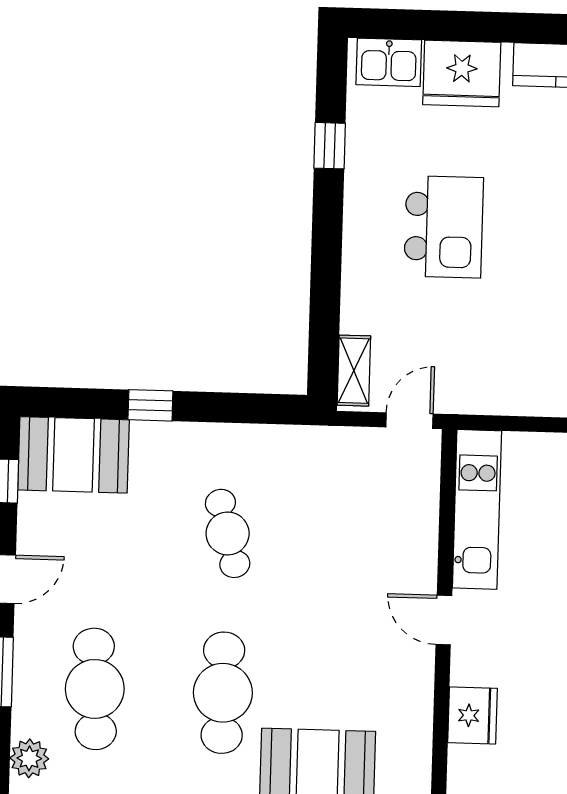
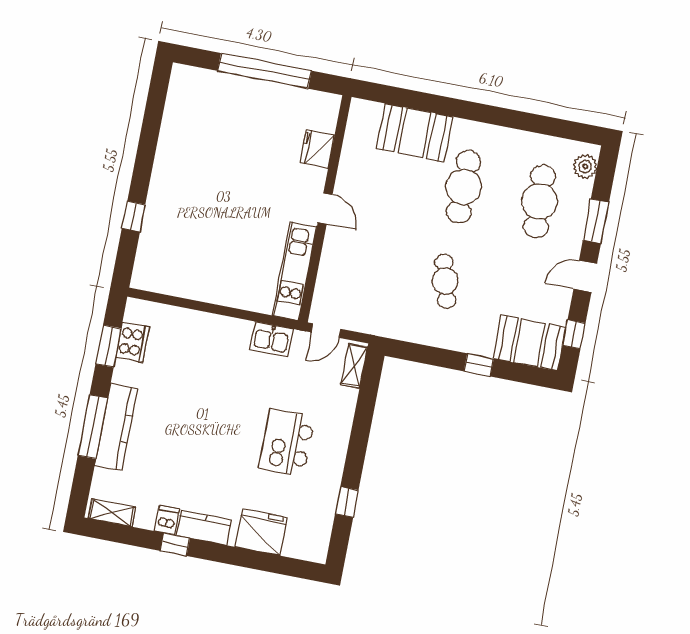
kitchen sink: (389, 62) -> (272, 339), moved, turned 180

